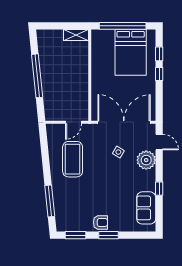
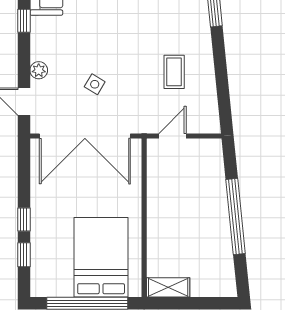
bed: (131, 52) -> (101, 257), moved
coffee table: (73, 159) -> (174, 72), width x0.54, depth x0.58
plant: (146, 160) -> (39, 70), width x0.53, depth x0.53

